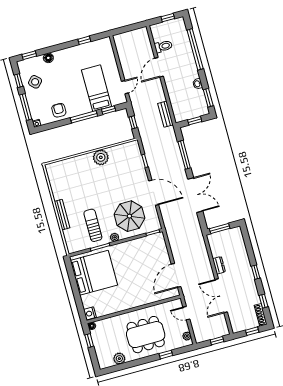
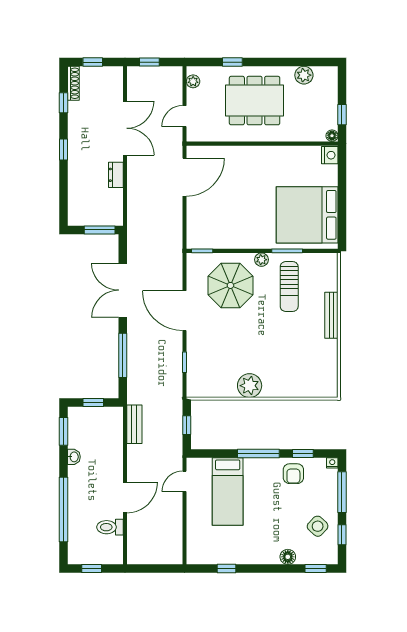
window: (109, 110) -> (303, 454), moved
door: (186, 313) -> (184, 116), swing flipped

